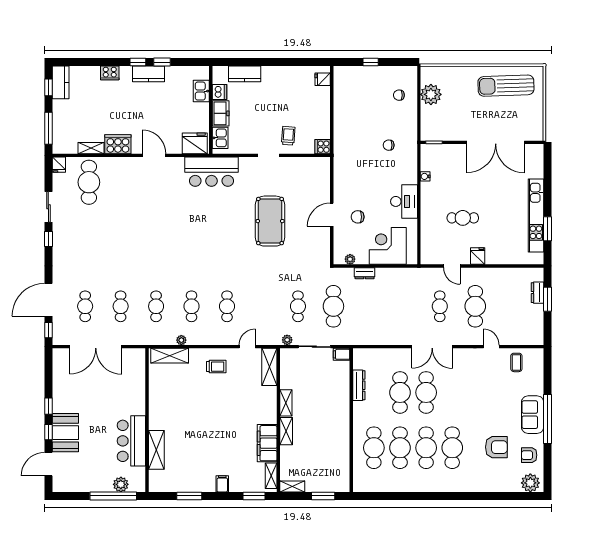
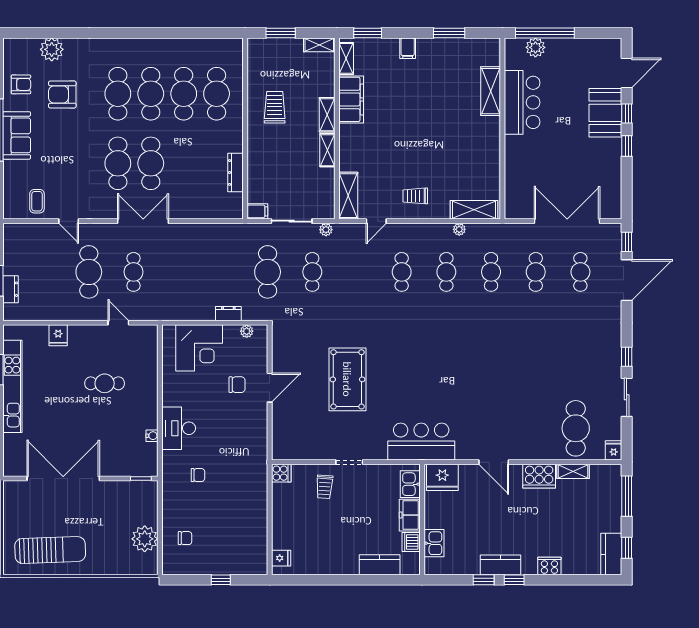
desk: (404, 201) -> (179, 428), moved
fridge: (478, 256) -> (58, 335), moved
cafe table: (400, 392) -> (118, 163), moved
trolley: (328, 437) -> (275, 107), added
plant: (530, 483) -> (52, 49), moved

